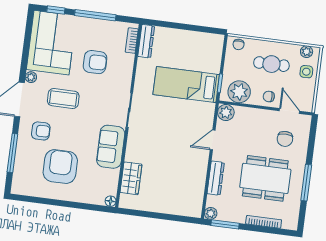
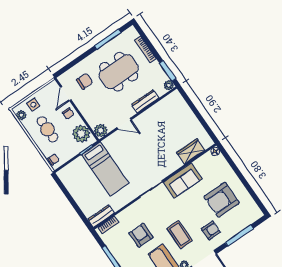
armchair: (41, 131) -> (211, 230), turned 90
dining table: (265, 178) -> (119, 72), turned 90
window: (306, 183) -> (108, 39), moved

